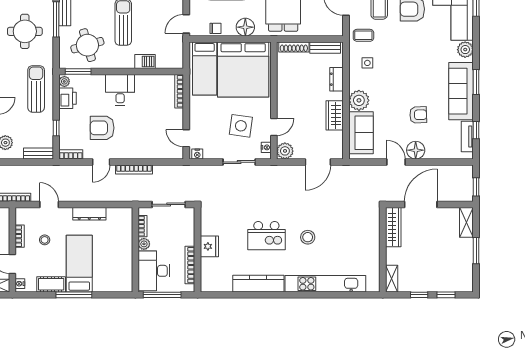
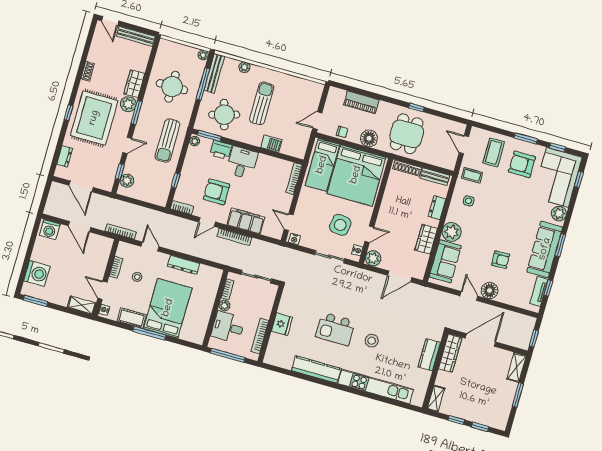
sun lounger: (36, 89) -> (168, 141), turned 180
printer: (68, 98) -> (221, 150), moved, turned 90
filing cabinet: (141, 150) -> (246, 221), added
bench: (38, 154) -> (153, 199), removed
kitchen counter: (372, 235) -> (429, 355), added
bed: (79, 264) -> (168, 308), width x1.50
desk: (154, 271) -> (228, 327), width x0.73

